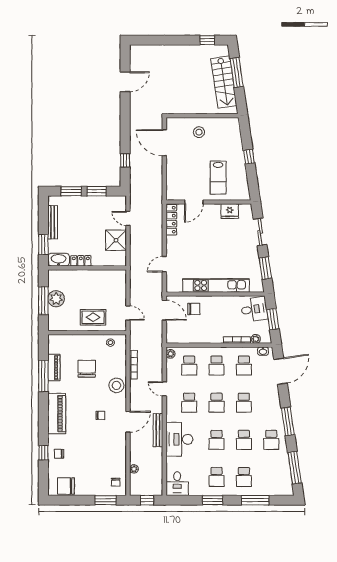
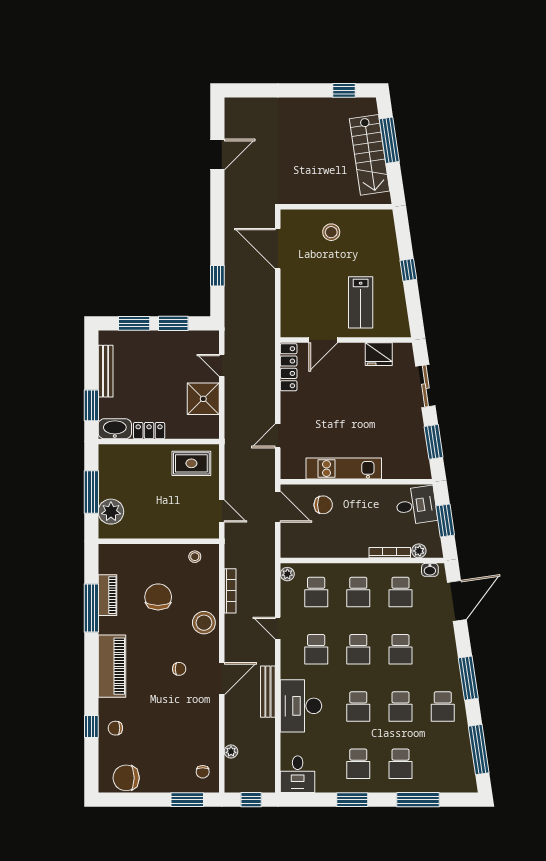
kitchen unit: (216, 285) -> (344, 469), width x0.73
plant: (56, 299) -> (111, 512), moved
rug: (93, 317) -> (191, 463), moved

